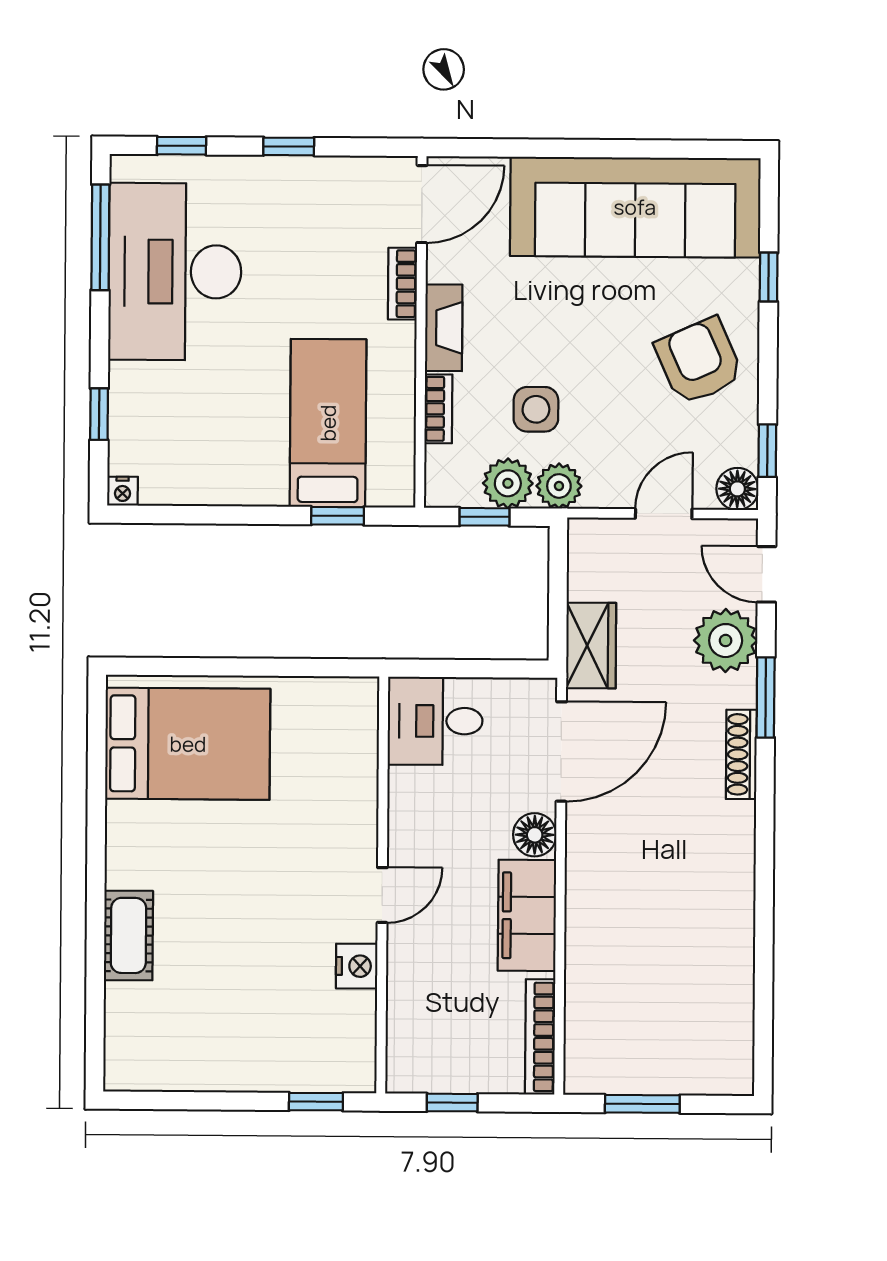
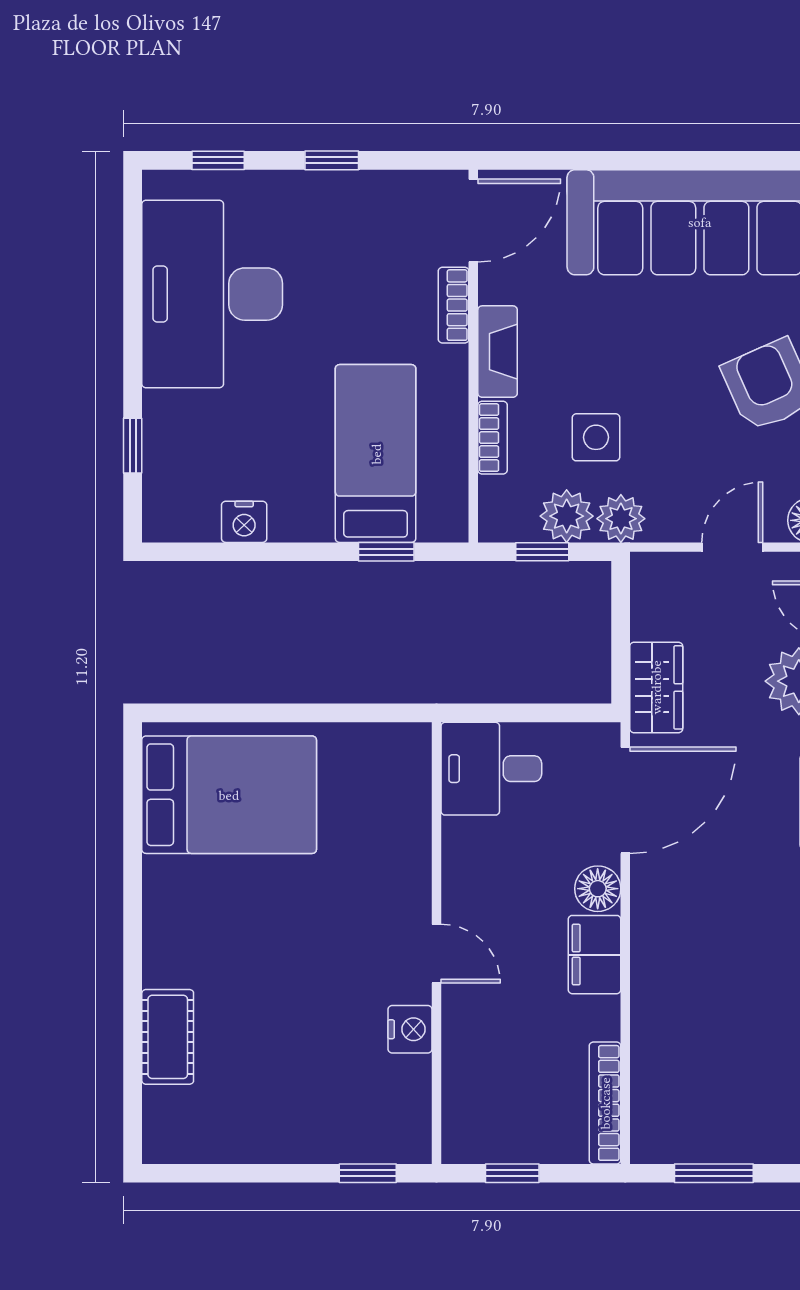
window: (100, 237) -> (133, 258), removed
nightstand: (123, 491) -> (244, 522), moved, width x1.39, depth x1.35
door: (382, 895) -> (437, 954), hinge flipped
filing cabinet: (527, 915) -> (594, 955), width x0.67, depth x0.86
cot: (128, 935) -> (168, 1037), moved

